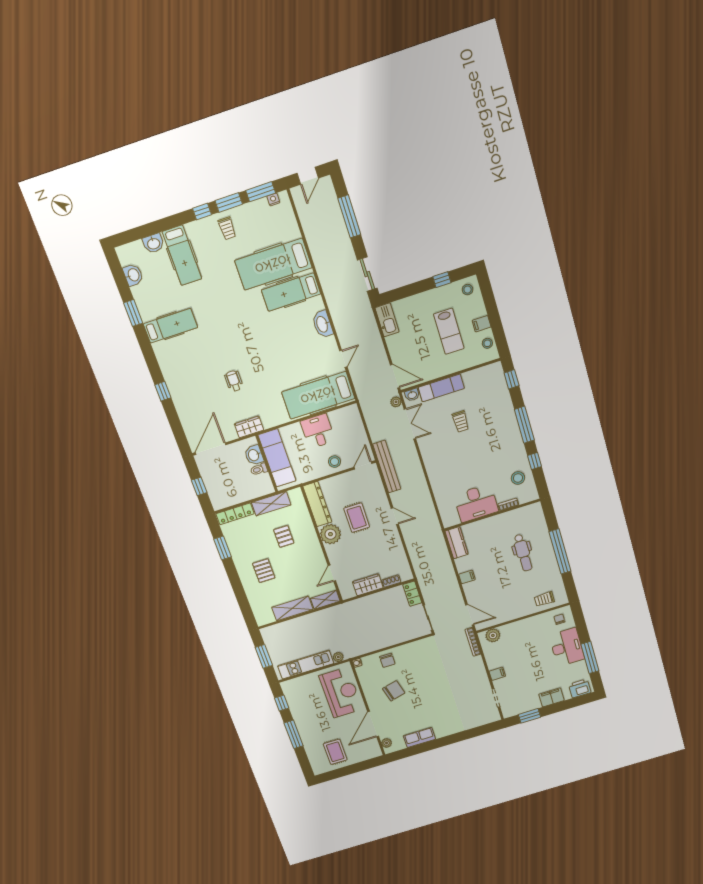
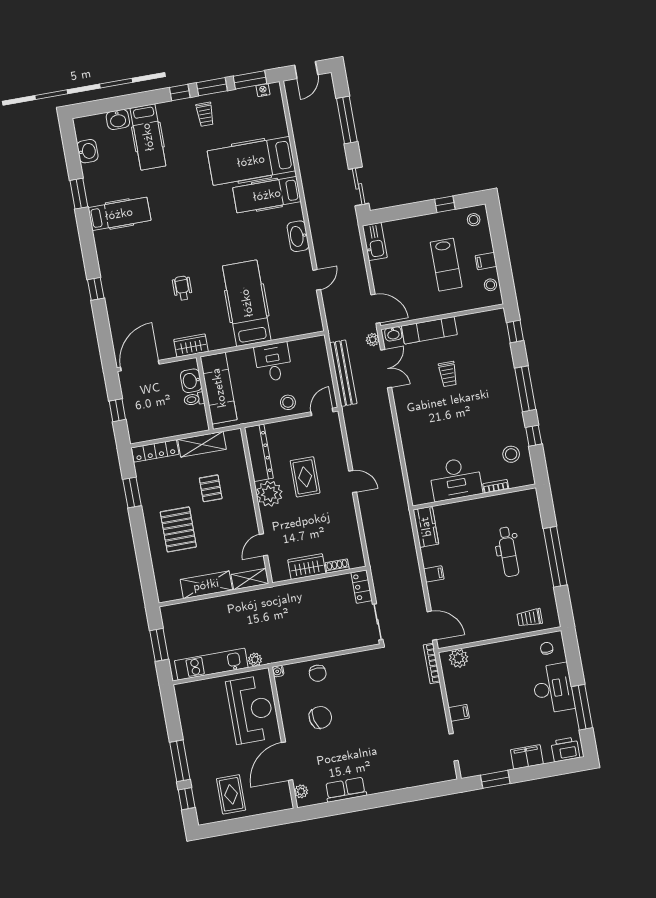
hospital bed: (318, 395) -> (247, 303), moved, turned 90
bench: (387, 467) -> (343, 373), moved
pallet: (264, 571) -> (178, 529), width x1.50, depth x1.42
window: (282, 703) -> (187, 799), moved

